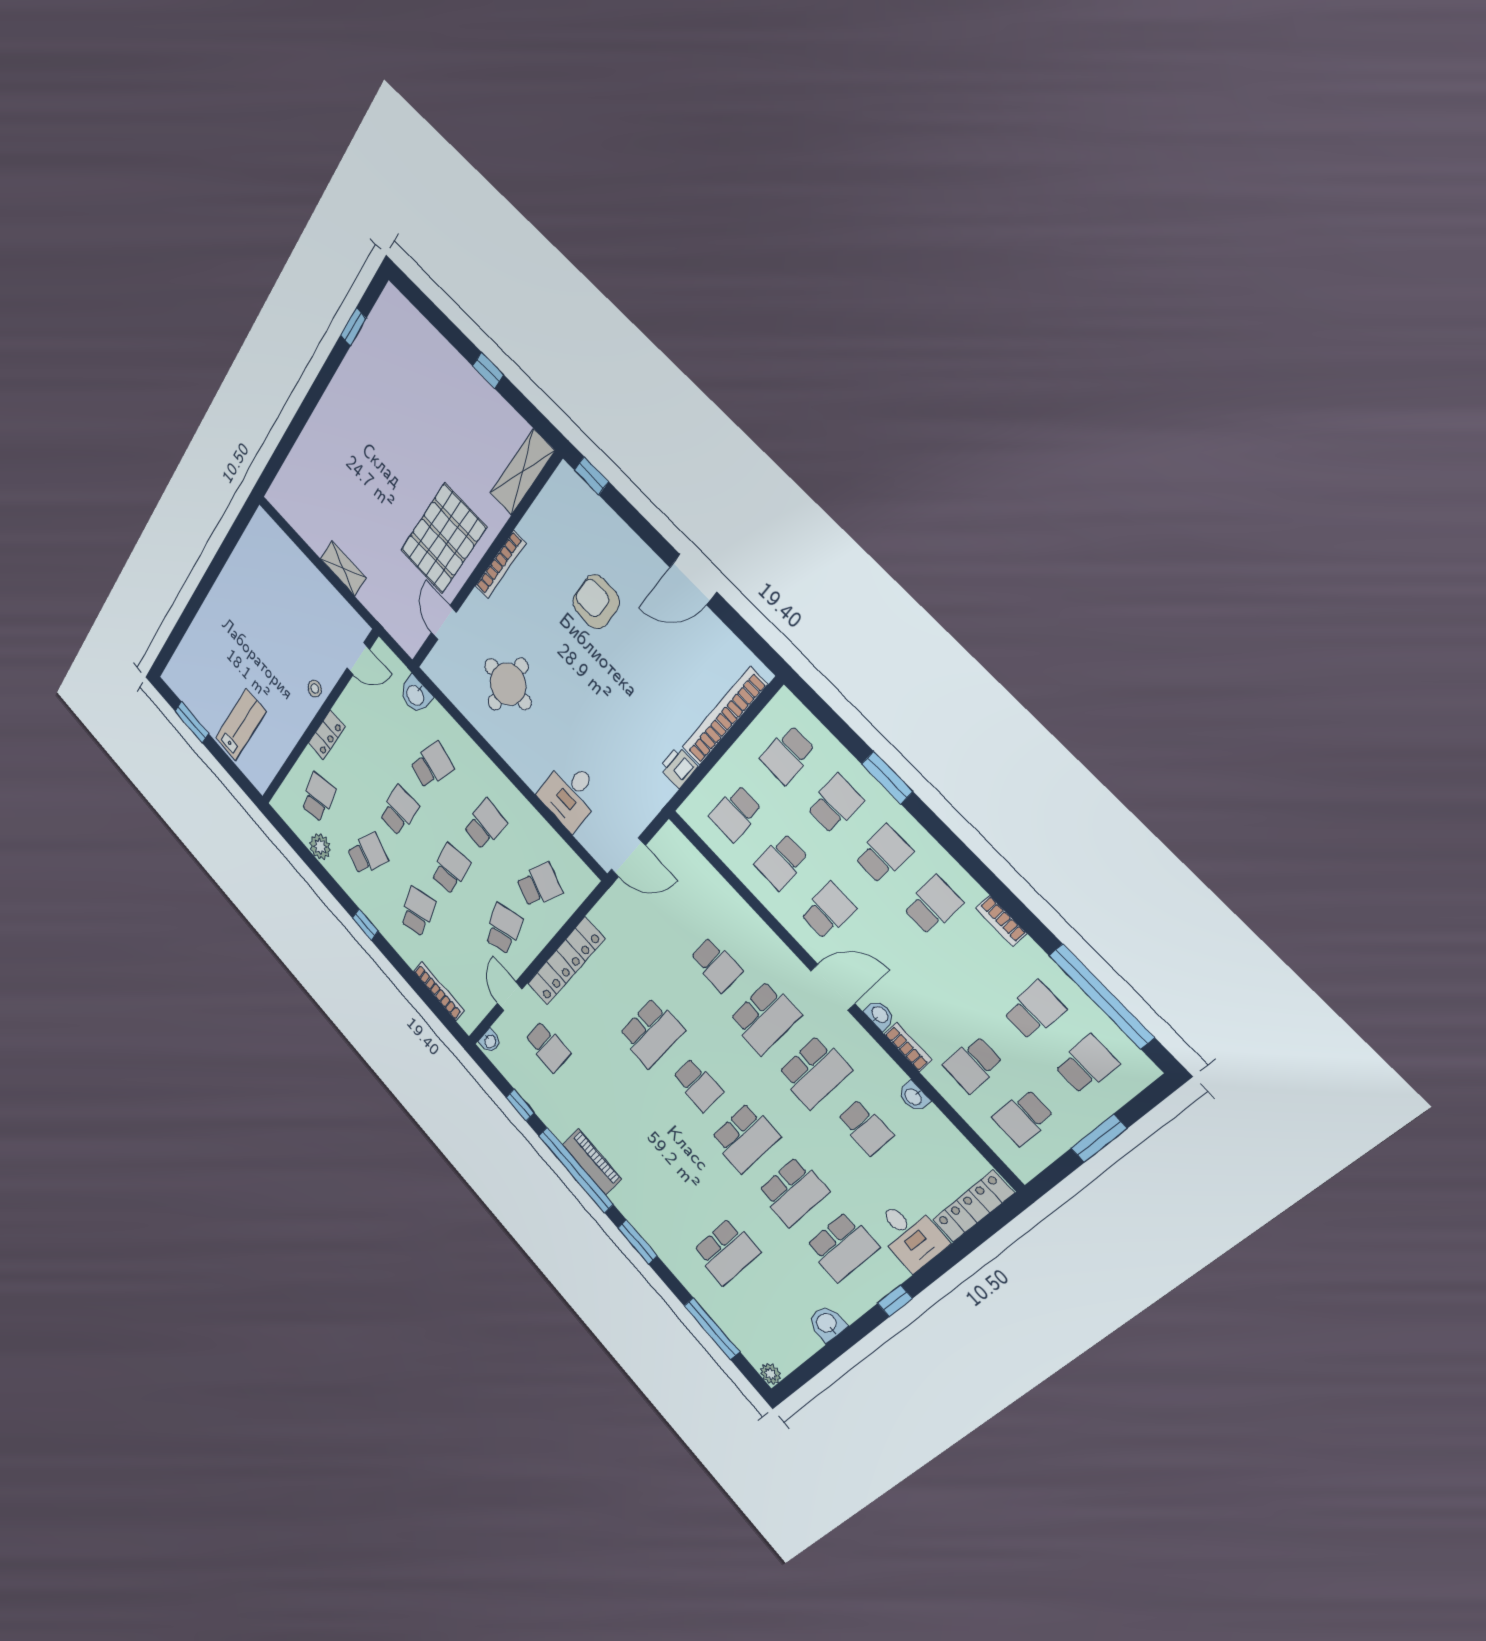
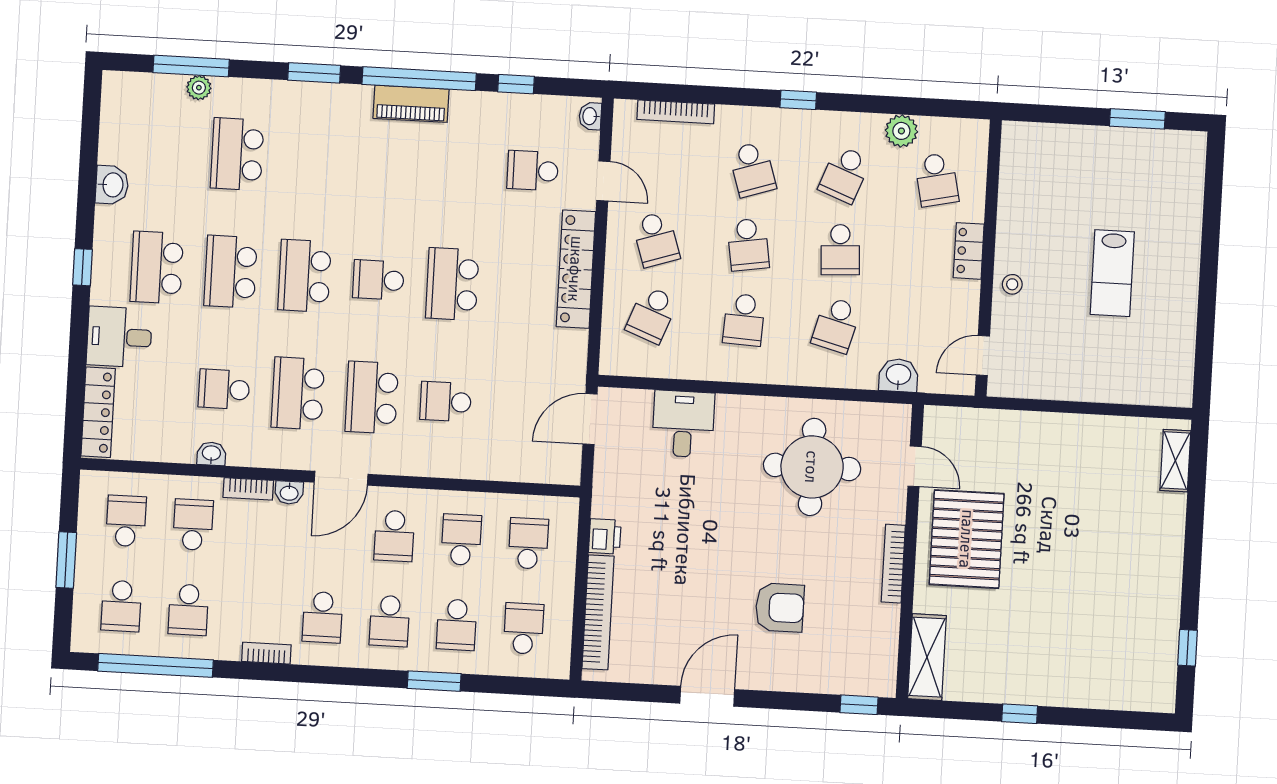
shelving: (343, 568) -> (1175, 461), moved, turned 90
round table: (508, 684) -> (812, 467), width x1.36, depth x1.36
lab bench: (241, 725) -> (1112, 273), moved
plant: (771, 1374) -> (199, 88), moved

